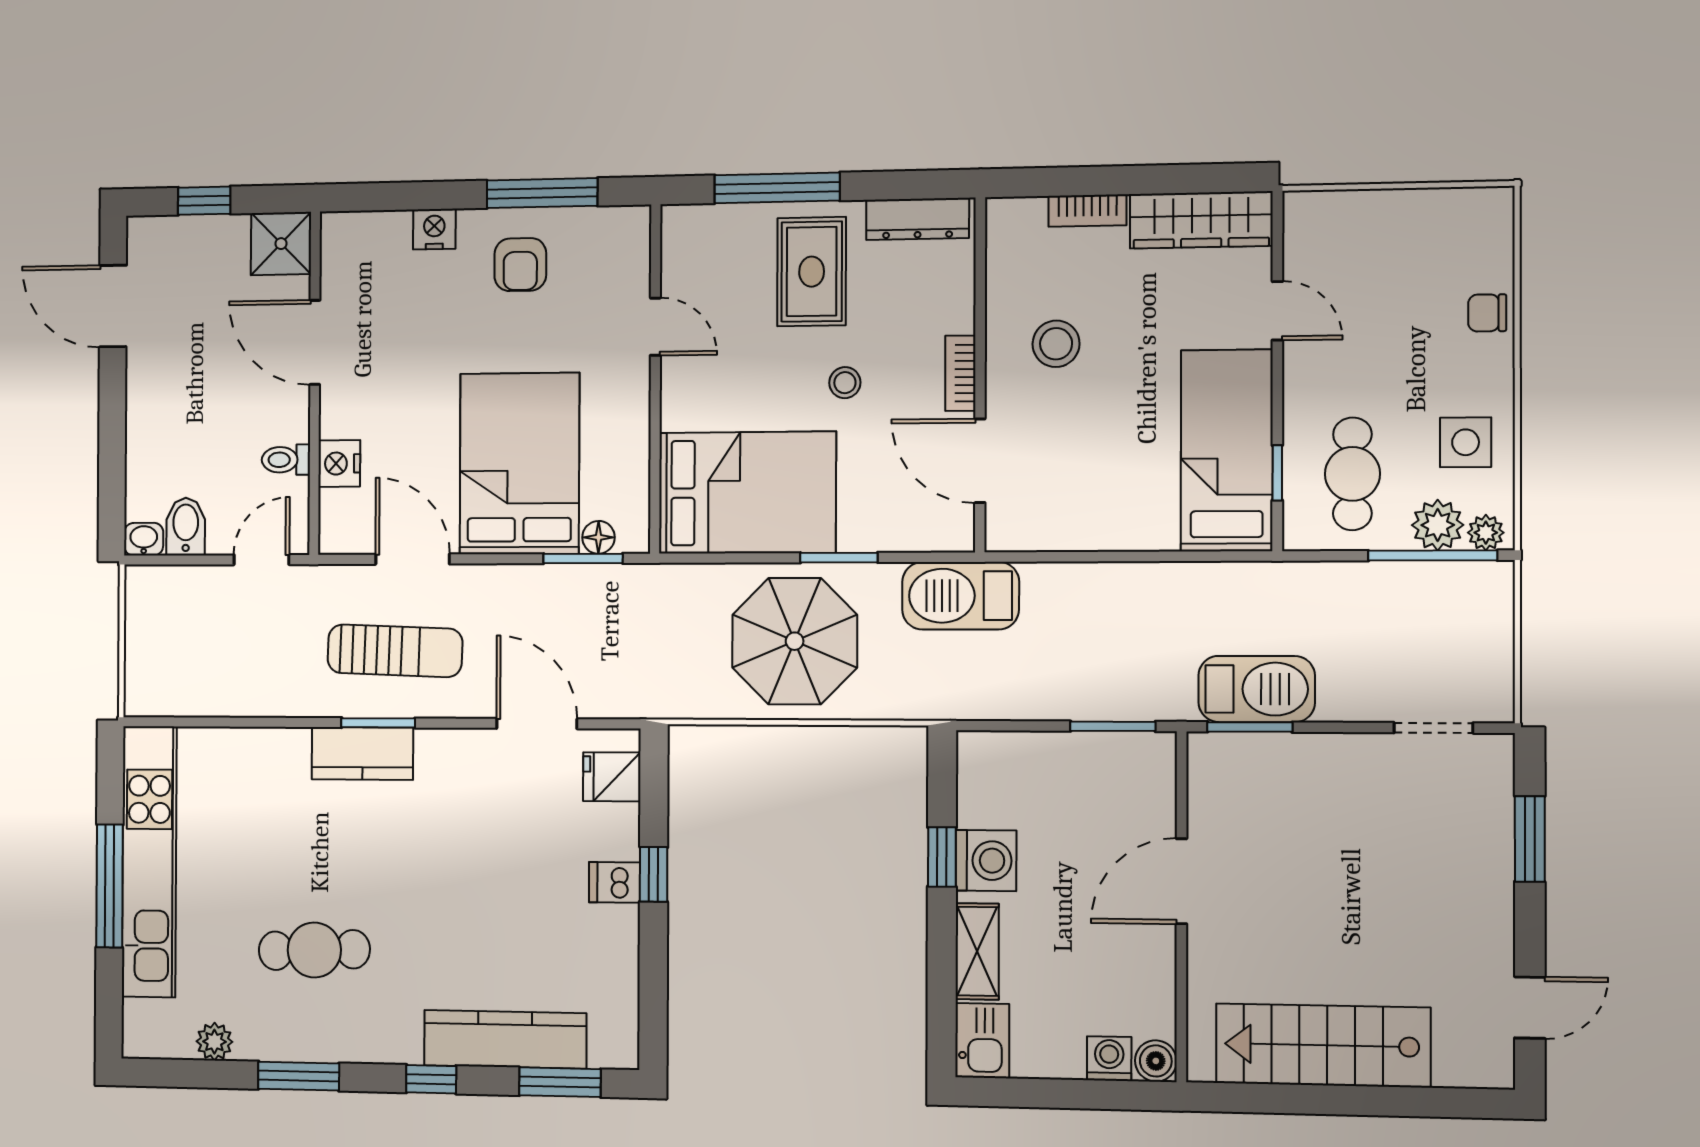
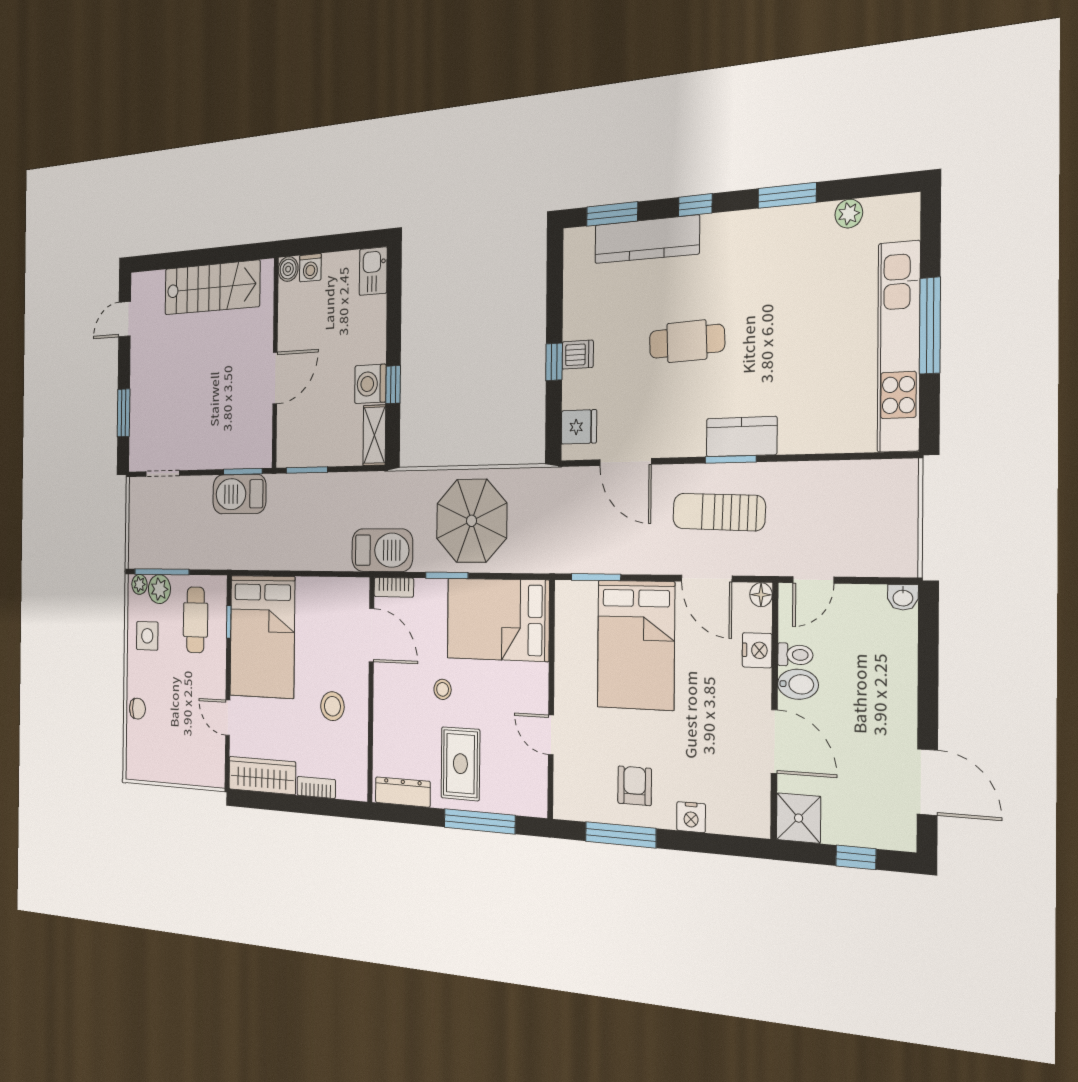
bookcase: (960, 373) -> (394, 587), moved, turned 90
bed: (1227, 450) -> (262, 636), width x1.50
bidet: (186, 527) -> (798, 684), moved, turned -90
floor lamp: (598, 537) -> (761, 595), moved
cafe table: (314, 950) -> (687, 341), moved
shelving: (977, 951) -> (374, 435), moved

